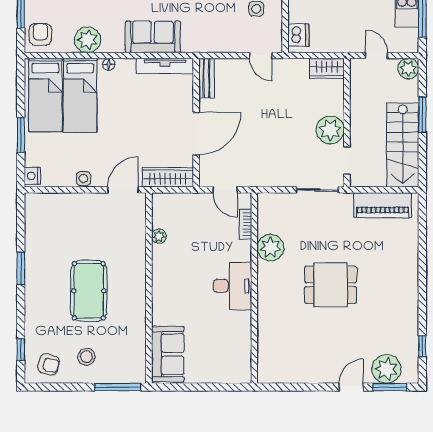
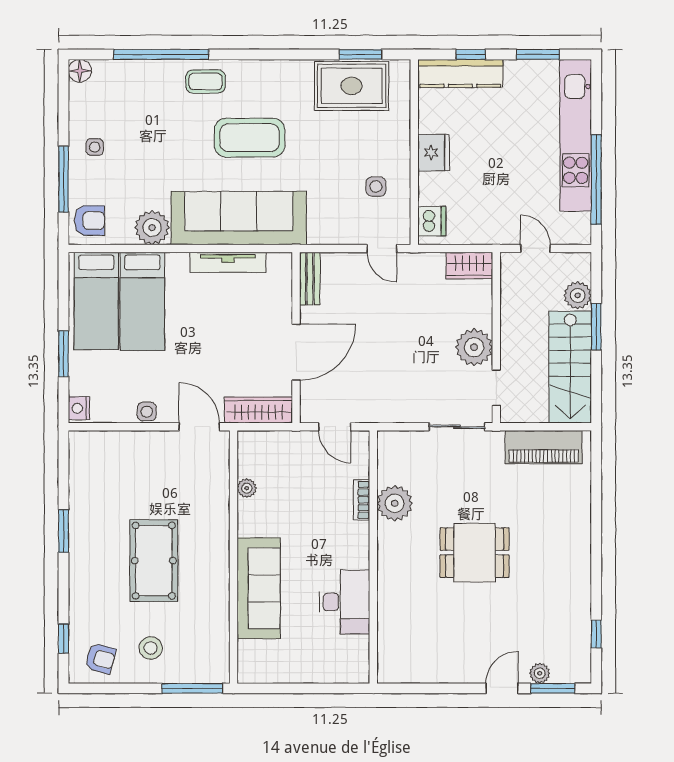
armchair: (40, 34) -> (89, 221), turned 90
sofa: (153, 37) -> (239, 218), width x1.85, depth x1.27
floor lamp: (109, 64) -> (180, 260), removed
tv unit: (165, 66) -> (228, 262), moved
plant: (408, 69) -> (578, 295), moved
door: (123, 190) -> (199, 427), hinge flipped
bookcase: (245, 224) -> (362, 500), moved
desk: (233, 286) -> (344, 602), moved
sofa: (168, 354) -> (259, 588), moved, width x1.36
plant: (386, 369) -> (540, 673), width x0.53, depth x0.53

